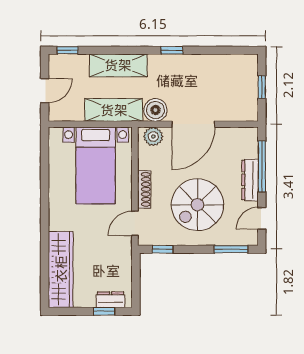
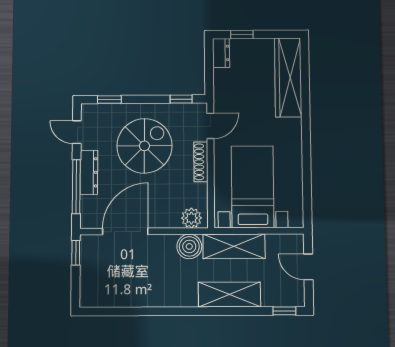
window: (172, 50) -> (172, 311), removed
window: (262, 87) -> (76, 253), moved
door: (45, 91) -> (308, 267), hinge flipped
door: (193, 124) -> (125, 231), moved
door: (262, 218) -> (77, 132), swing flipped
window: (231, 249) -> (109, 100), width x0.67
dresser: (111, 300) -> (221, 53), moved, turned -90

